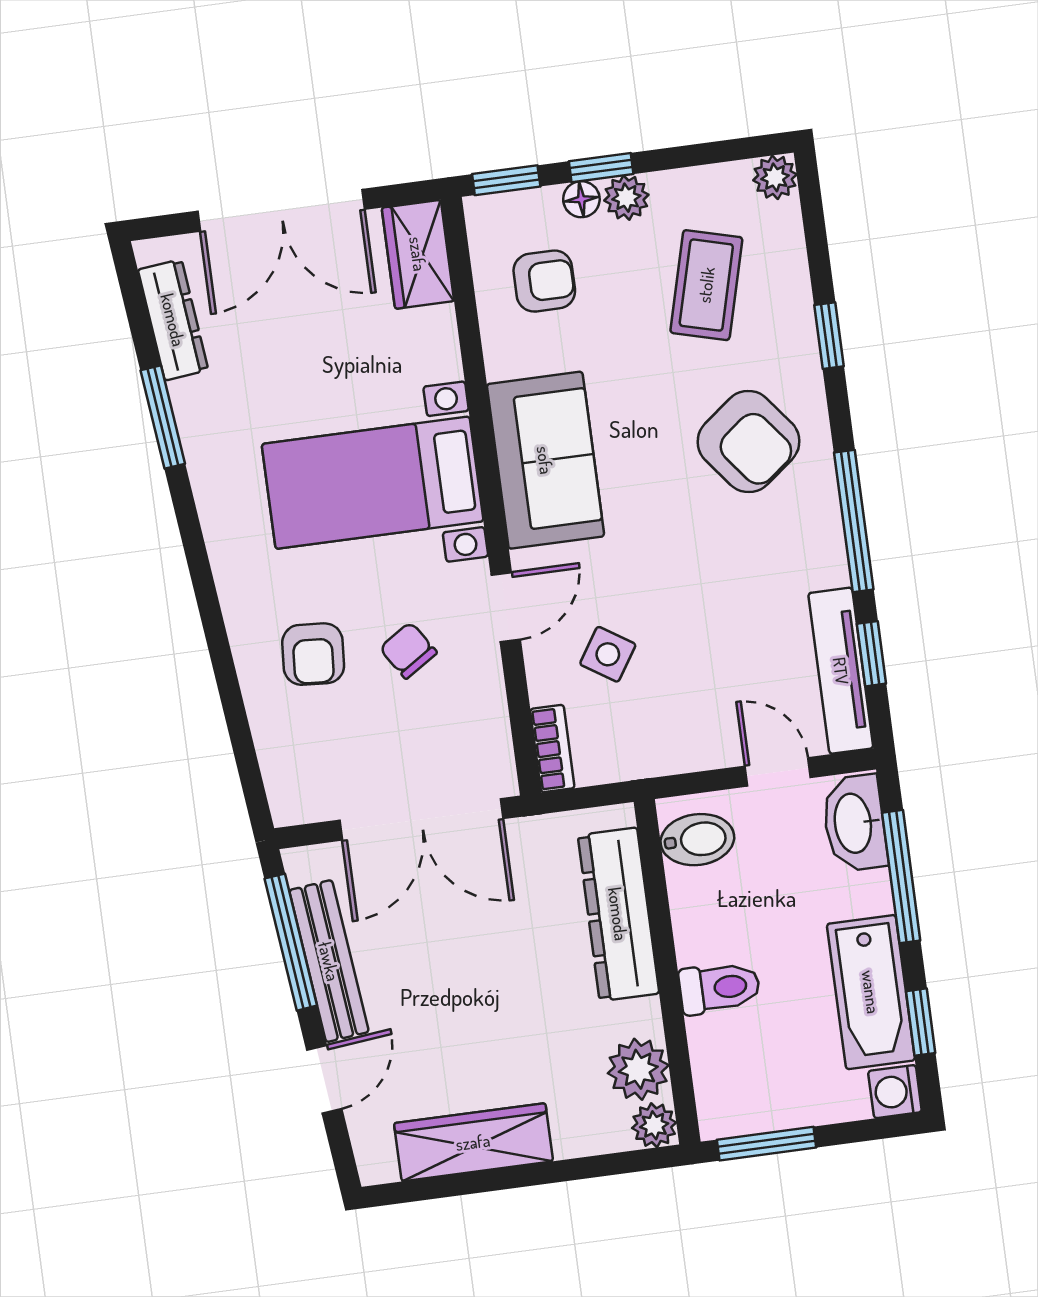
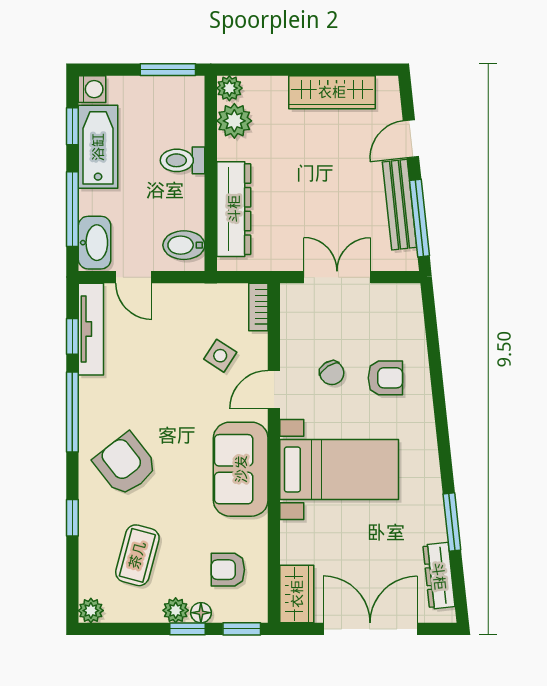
armchair: (313, 654) -> (385, 378), turned 86
double door: (421, 819) -> (337, 277), width x0.73

